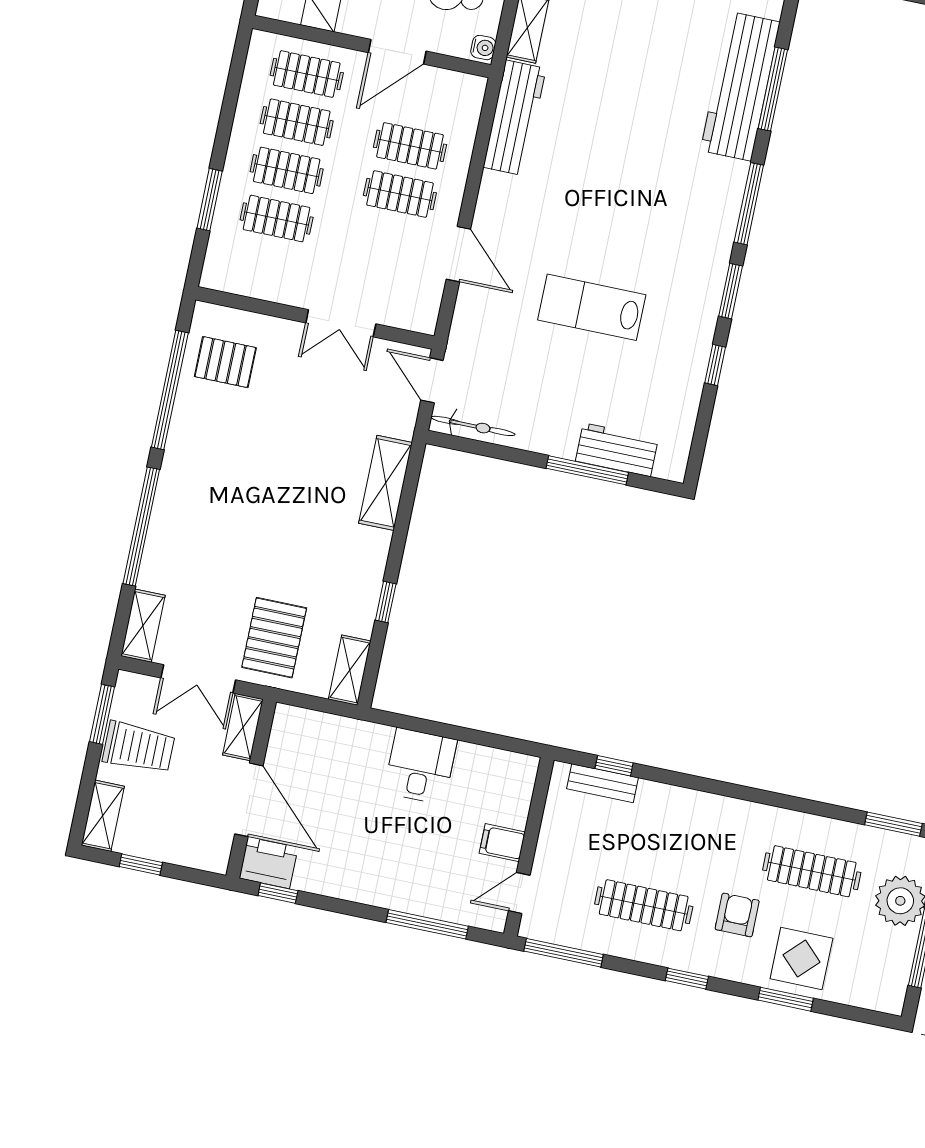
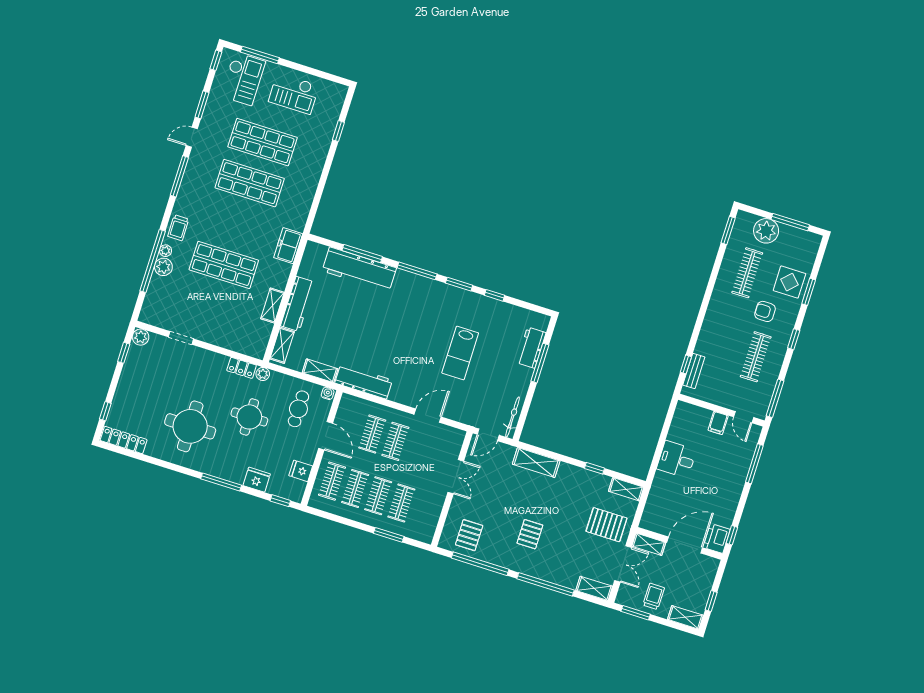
pallet: (240, 485) -> (530, 534), added
trolley: (139, 747) -> (654, 596), width x0.73, depth x0.72

